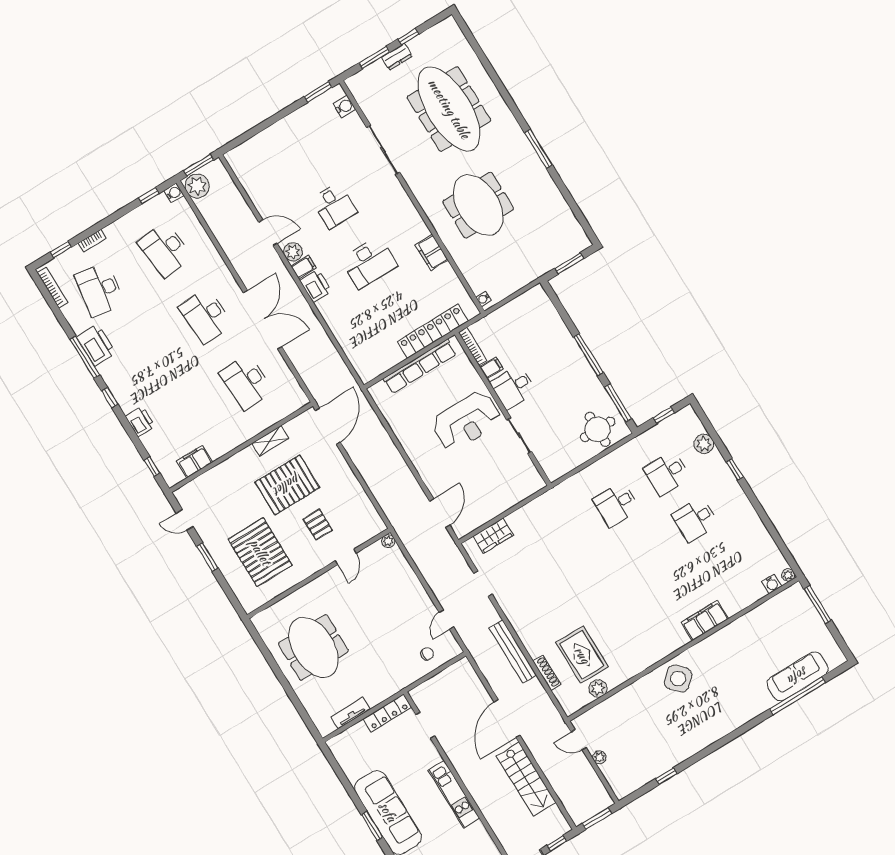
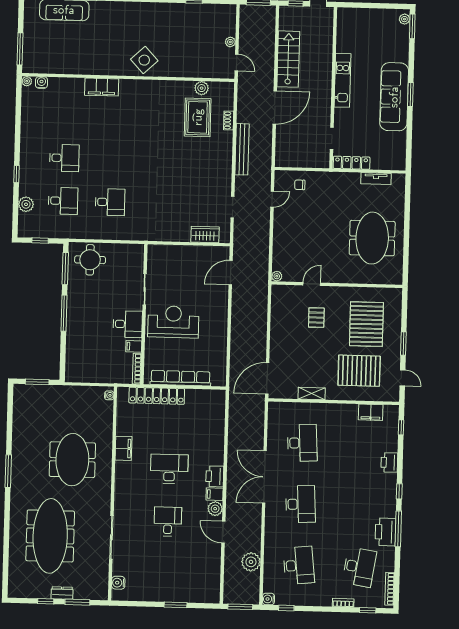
window: (318, 92) -> (176, 605), moved
plant: (197, 186) -> (251, 562), moved
pallet: (287, 485) -> (359, 371), moved
shoe rack: (547, 673) -> (229, 121), width x0.70

